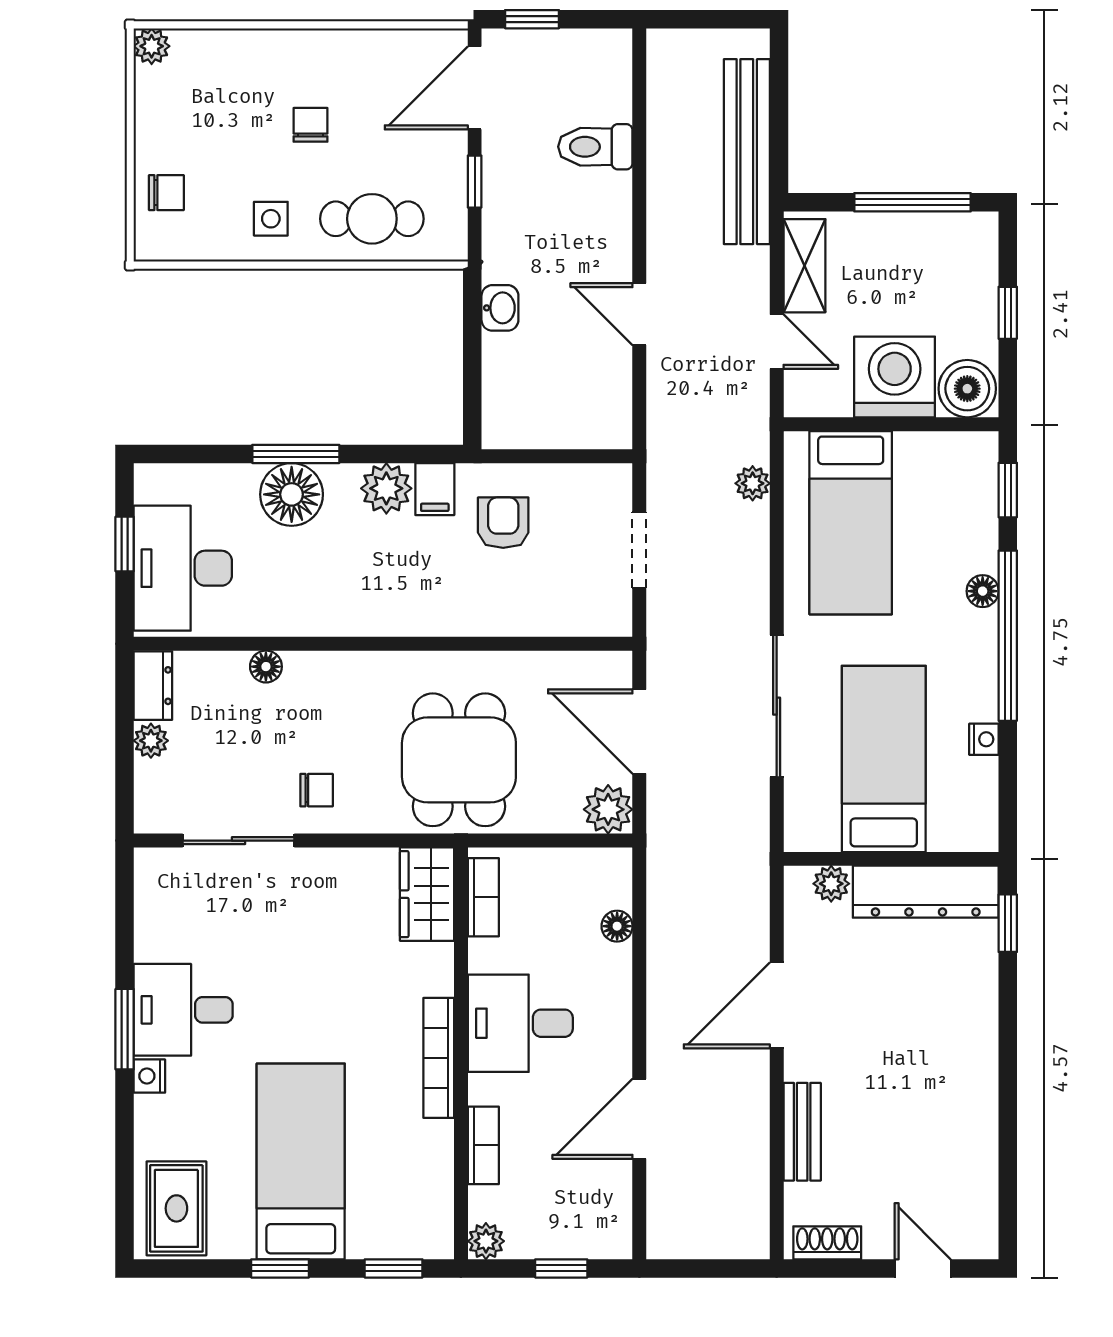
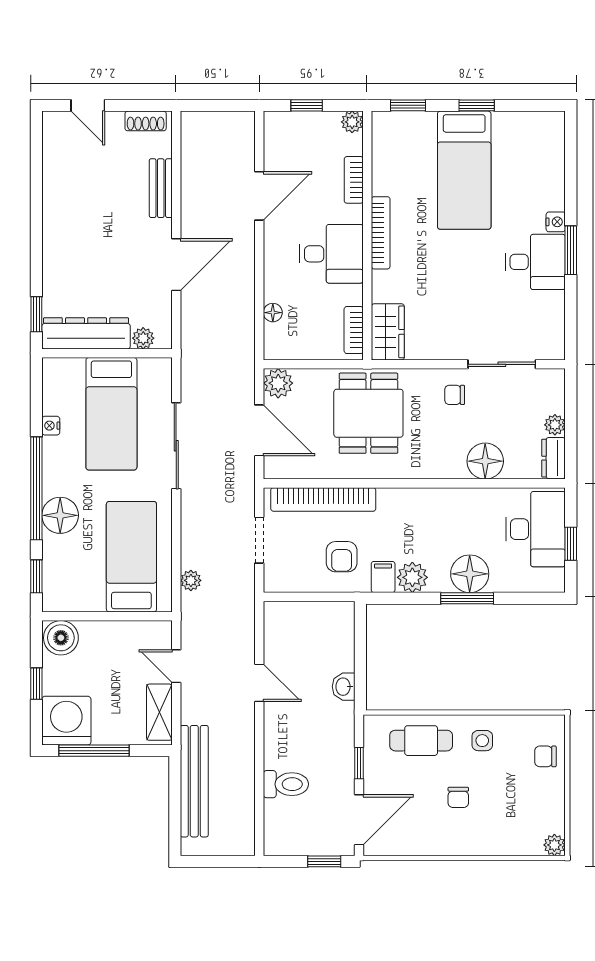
washing machine: (895, 377) -> (66, 721), moved, turned 180
floor lamp: (983, 591) -> (60, 515), width x1.89, depth x1.89
bookcase: (534, 617) -> (323, 499), added
floor lamp: (266, 667) -> (485, 461), width x1.89, depth x1.89
rug: (176, 1208) -> (539, 142), removed

